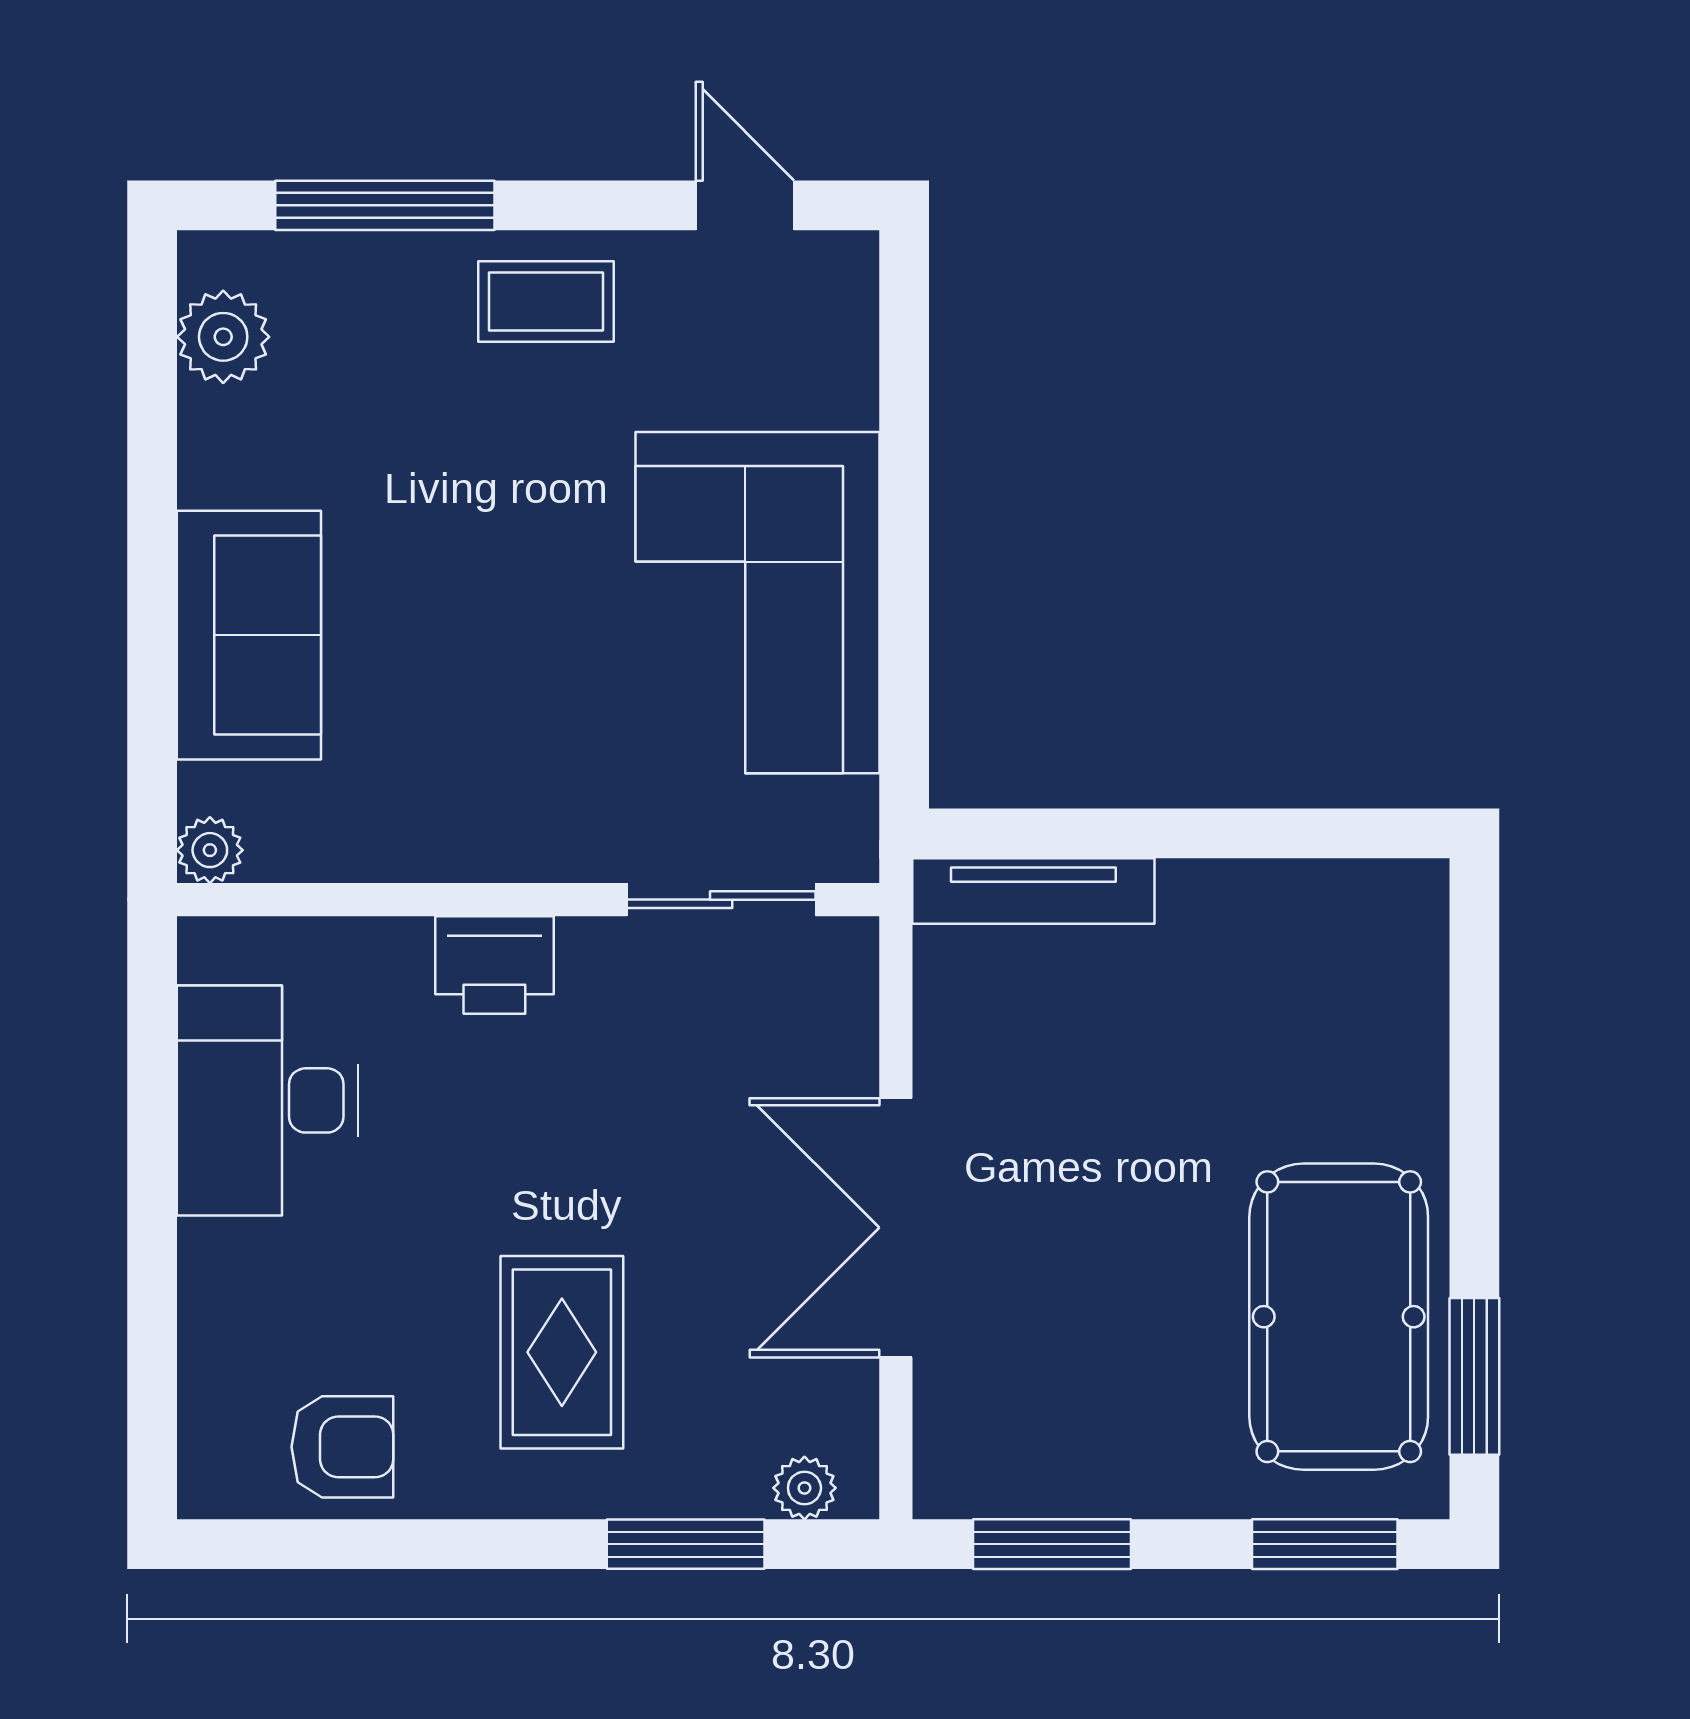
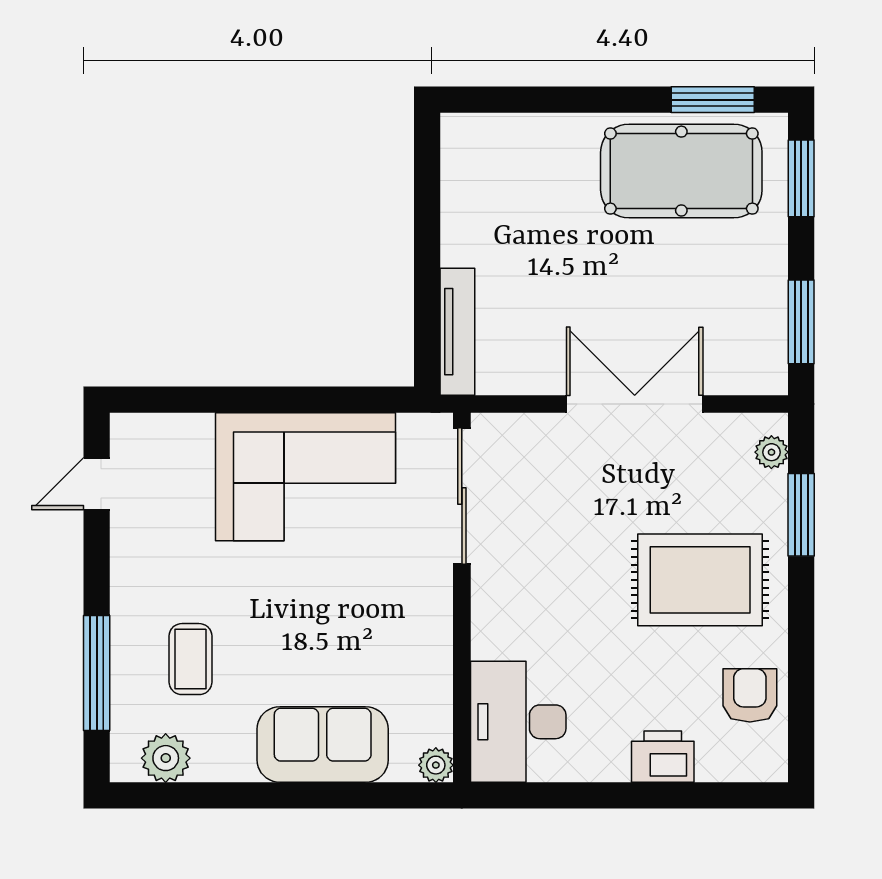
coffee table: (546, 301) -> (190, 659), moved
sliding door: (721, 900) -> (462, 496), width x1.37
printer: (494, 965) -> (663, 757), moved, turned -90
desk: (267, 1100) -> (518, 722), moved, turned 90
double door: (896, 1228) -> (635, 404), swing flipped
rug: (562, 1352) -> (700, 580), width x1.36, depth x1.43

